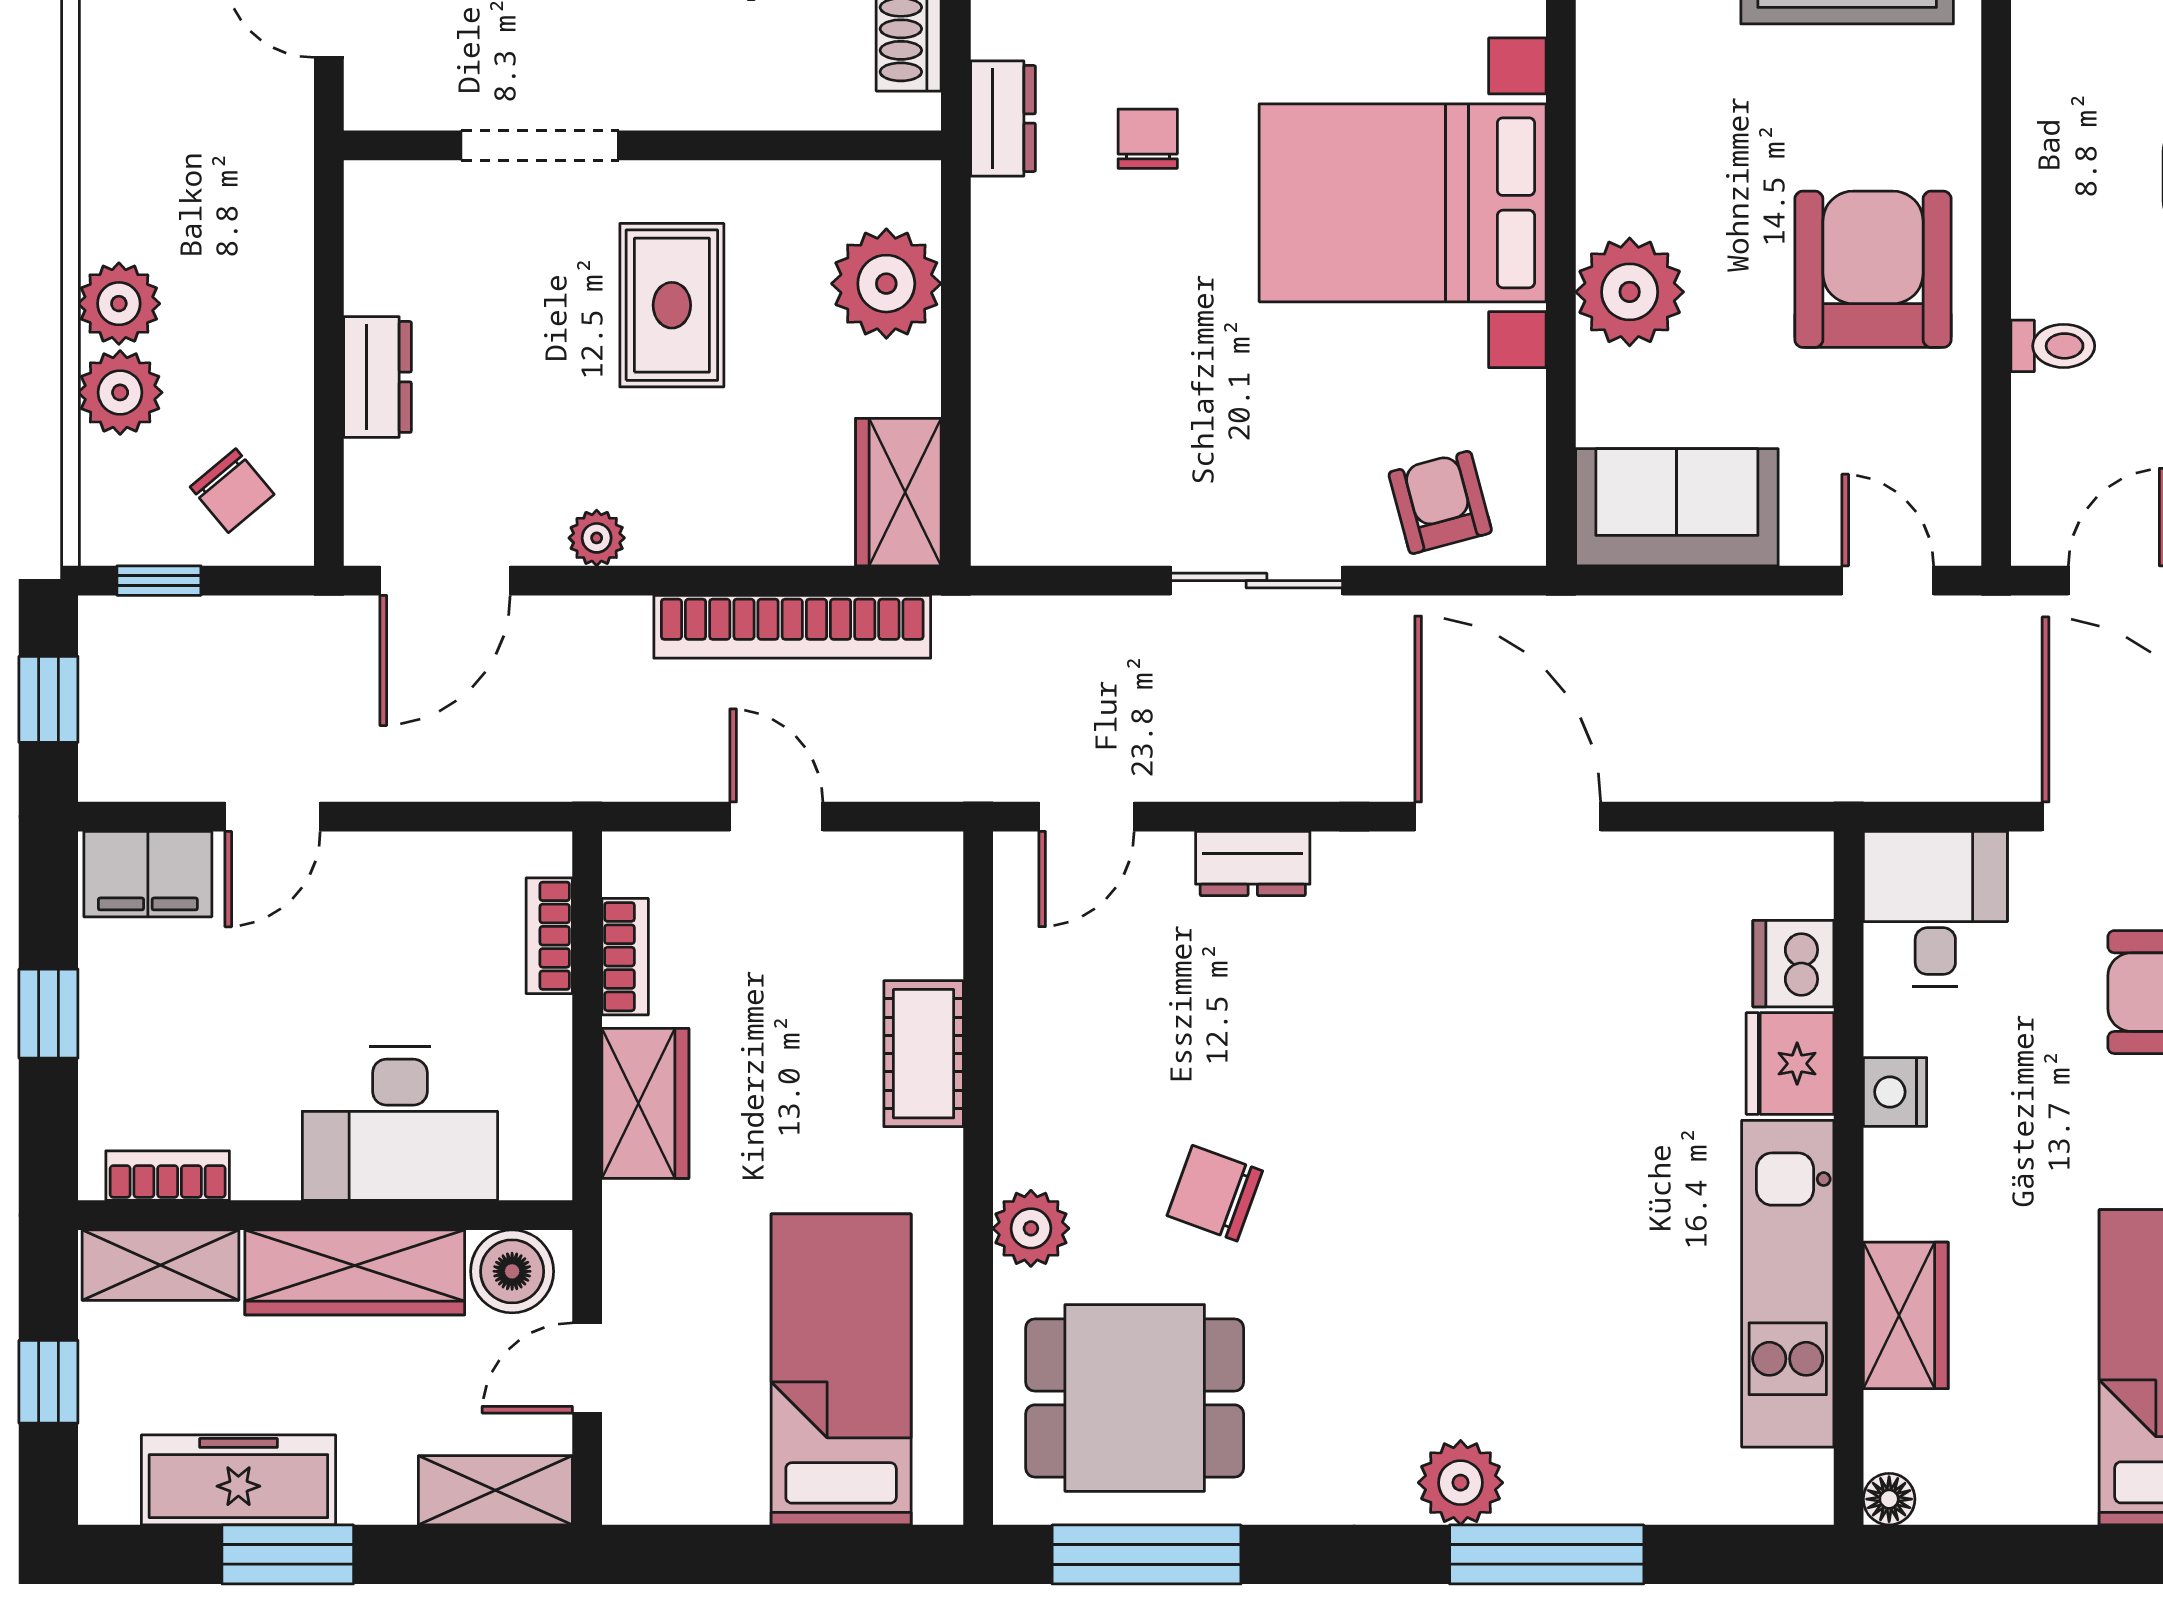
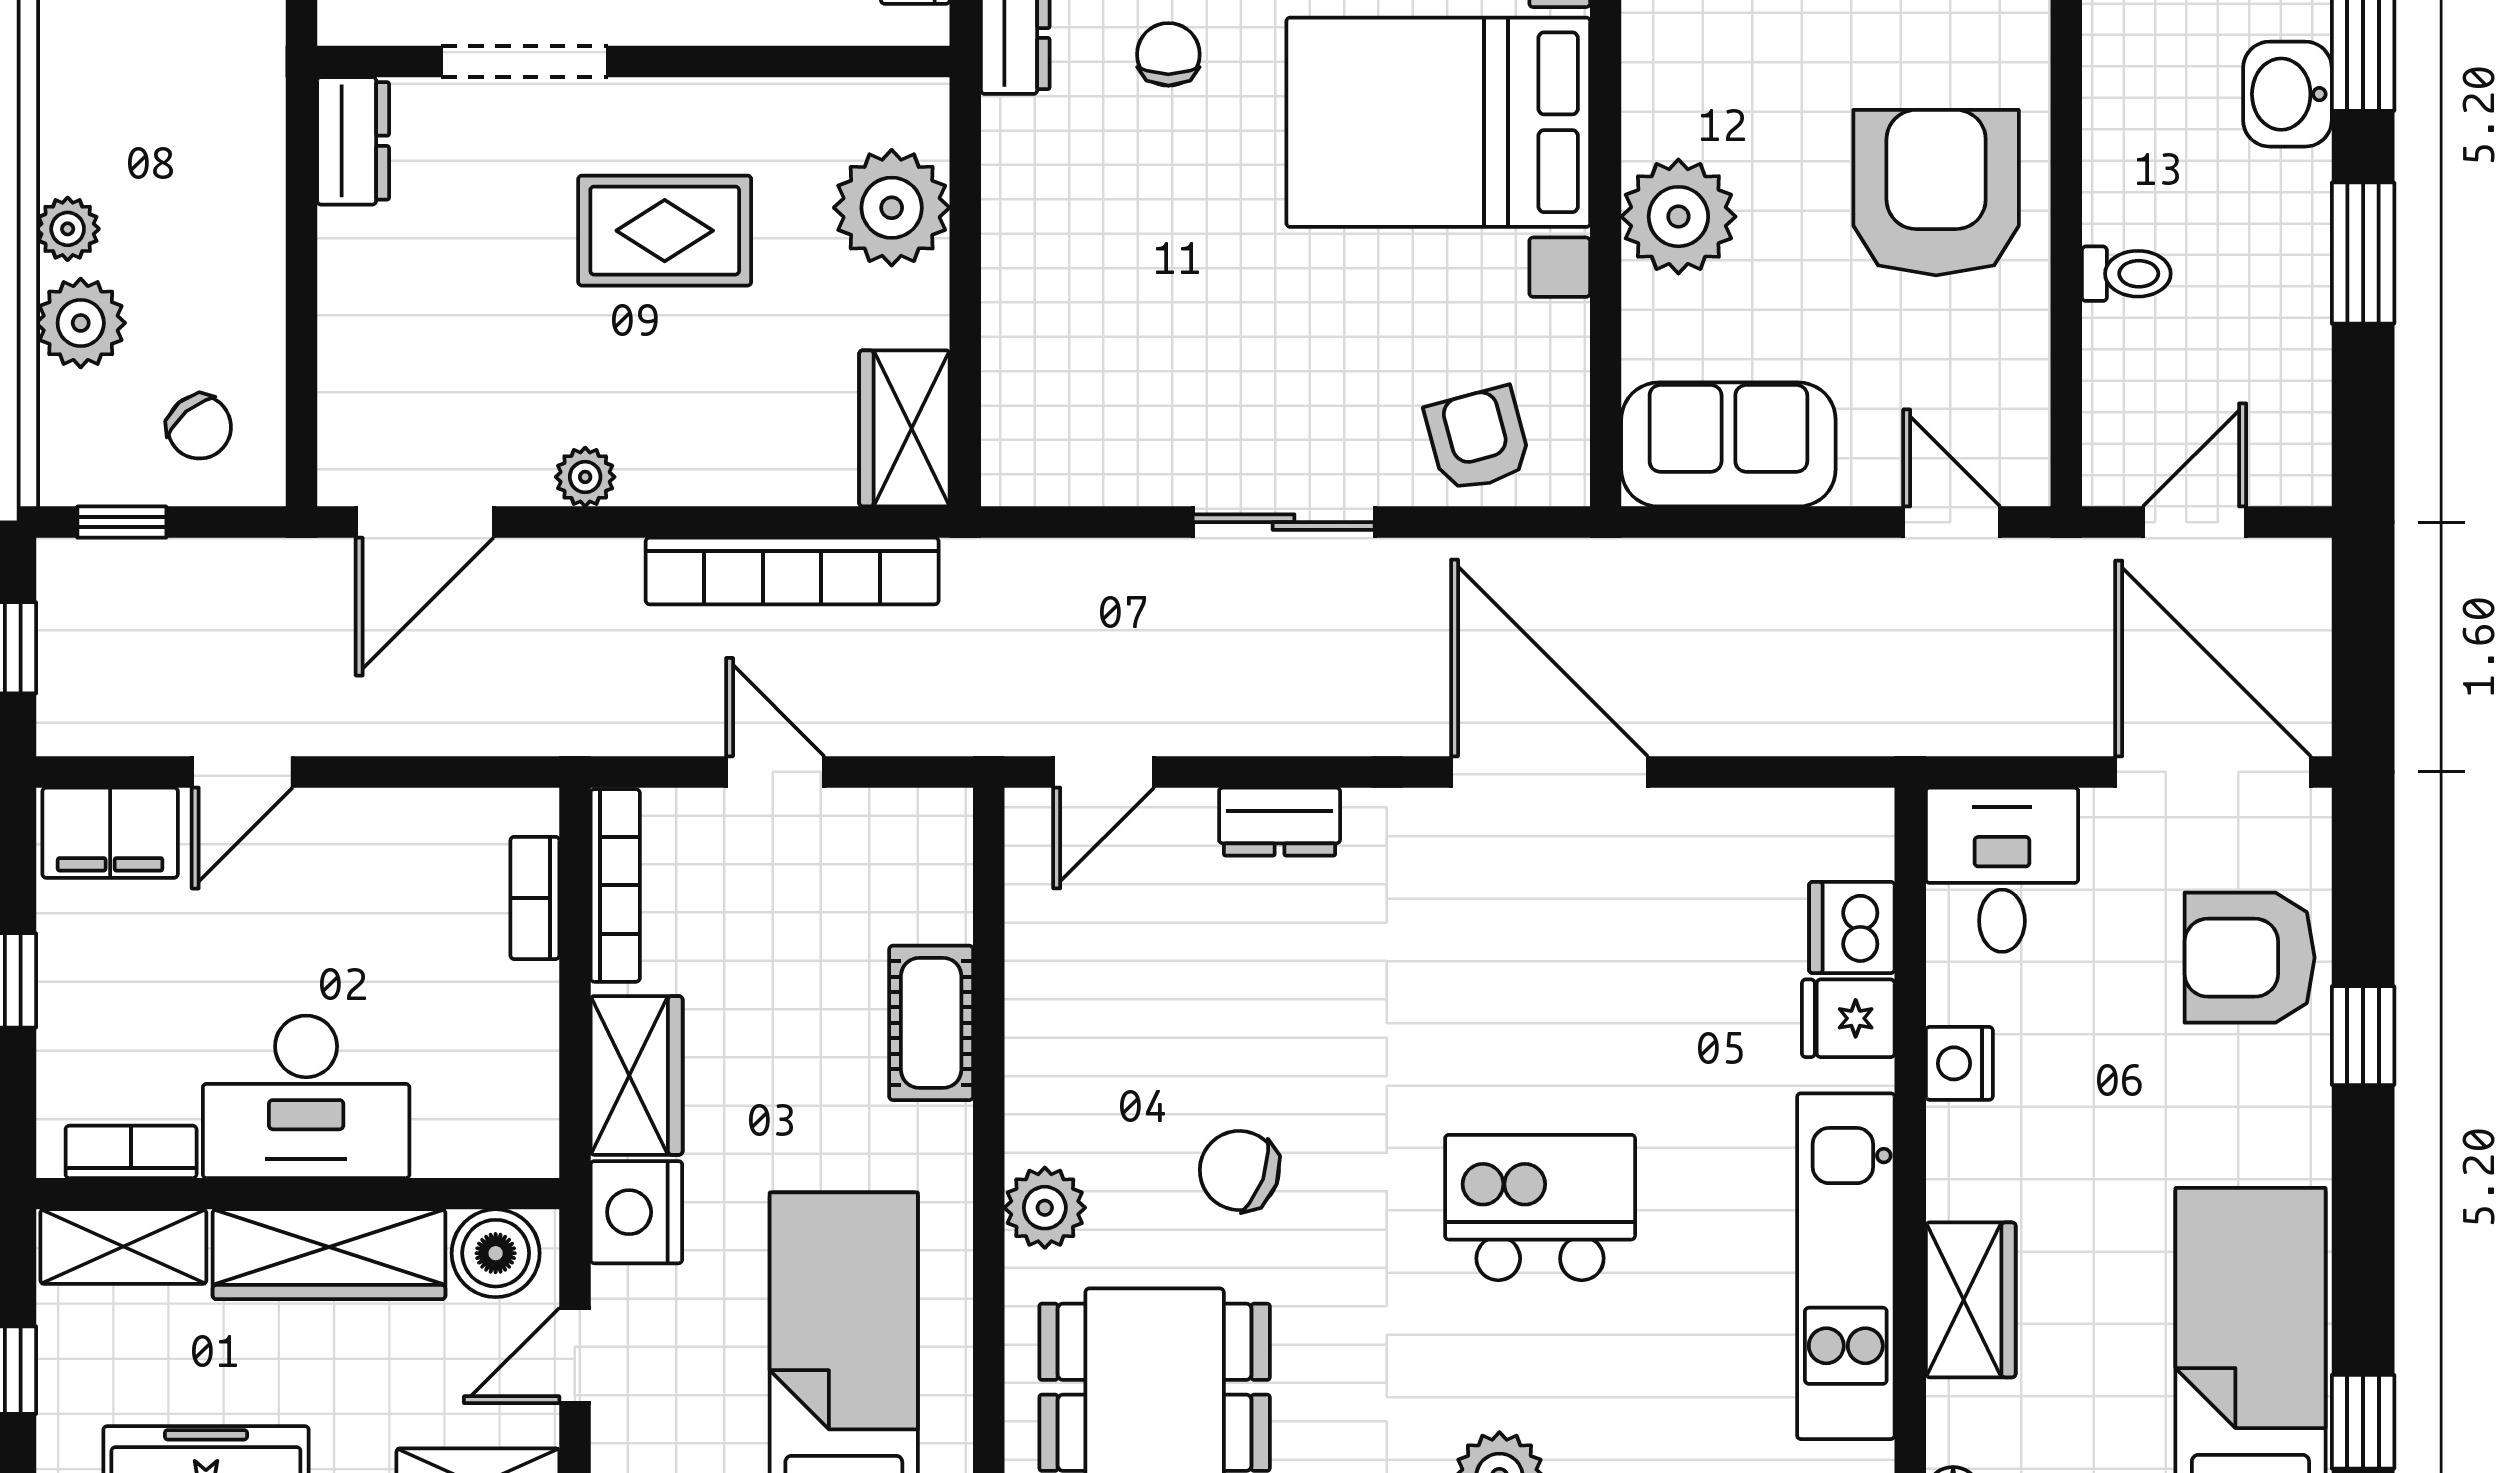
plant: (119, 304) -> (68, 229), width x0.73, depth x0.73
rug: (672, 305) -> (665, 231), turned 90
dresser: (377, 377) -> (353, 141), moved
bookcase: (625, 957) -> (615, 885), width x1.56
fridge: (1790, 1064) -> (1848, 1018), width x0.72
desk: (400, 1124) -> (306, 1097), moved
kitchen island: (1499, 1228) -> (1540, 1208), added
nightstand: (645, 1233) -> (636, 1212), added

